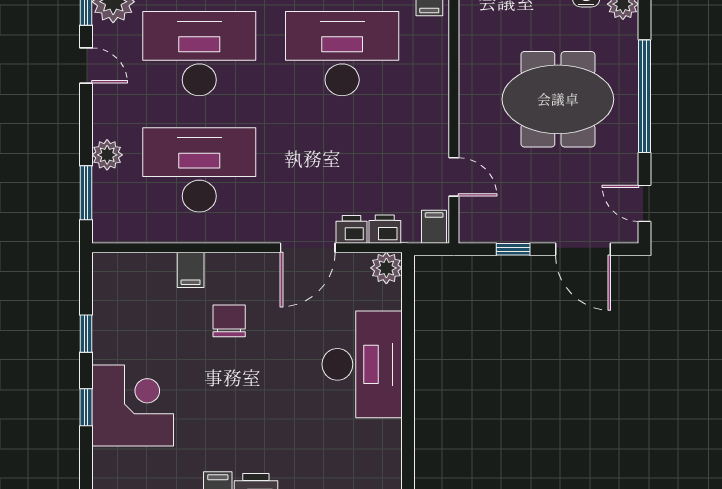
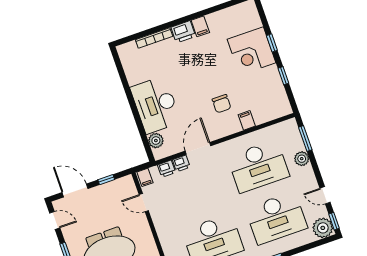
plant: (386, 268) -> (156, 141), moved

